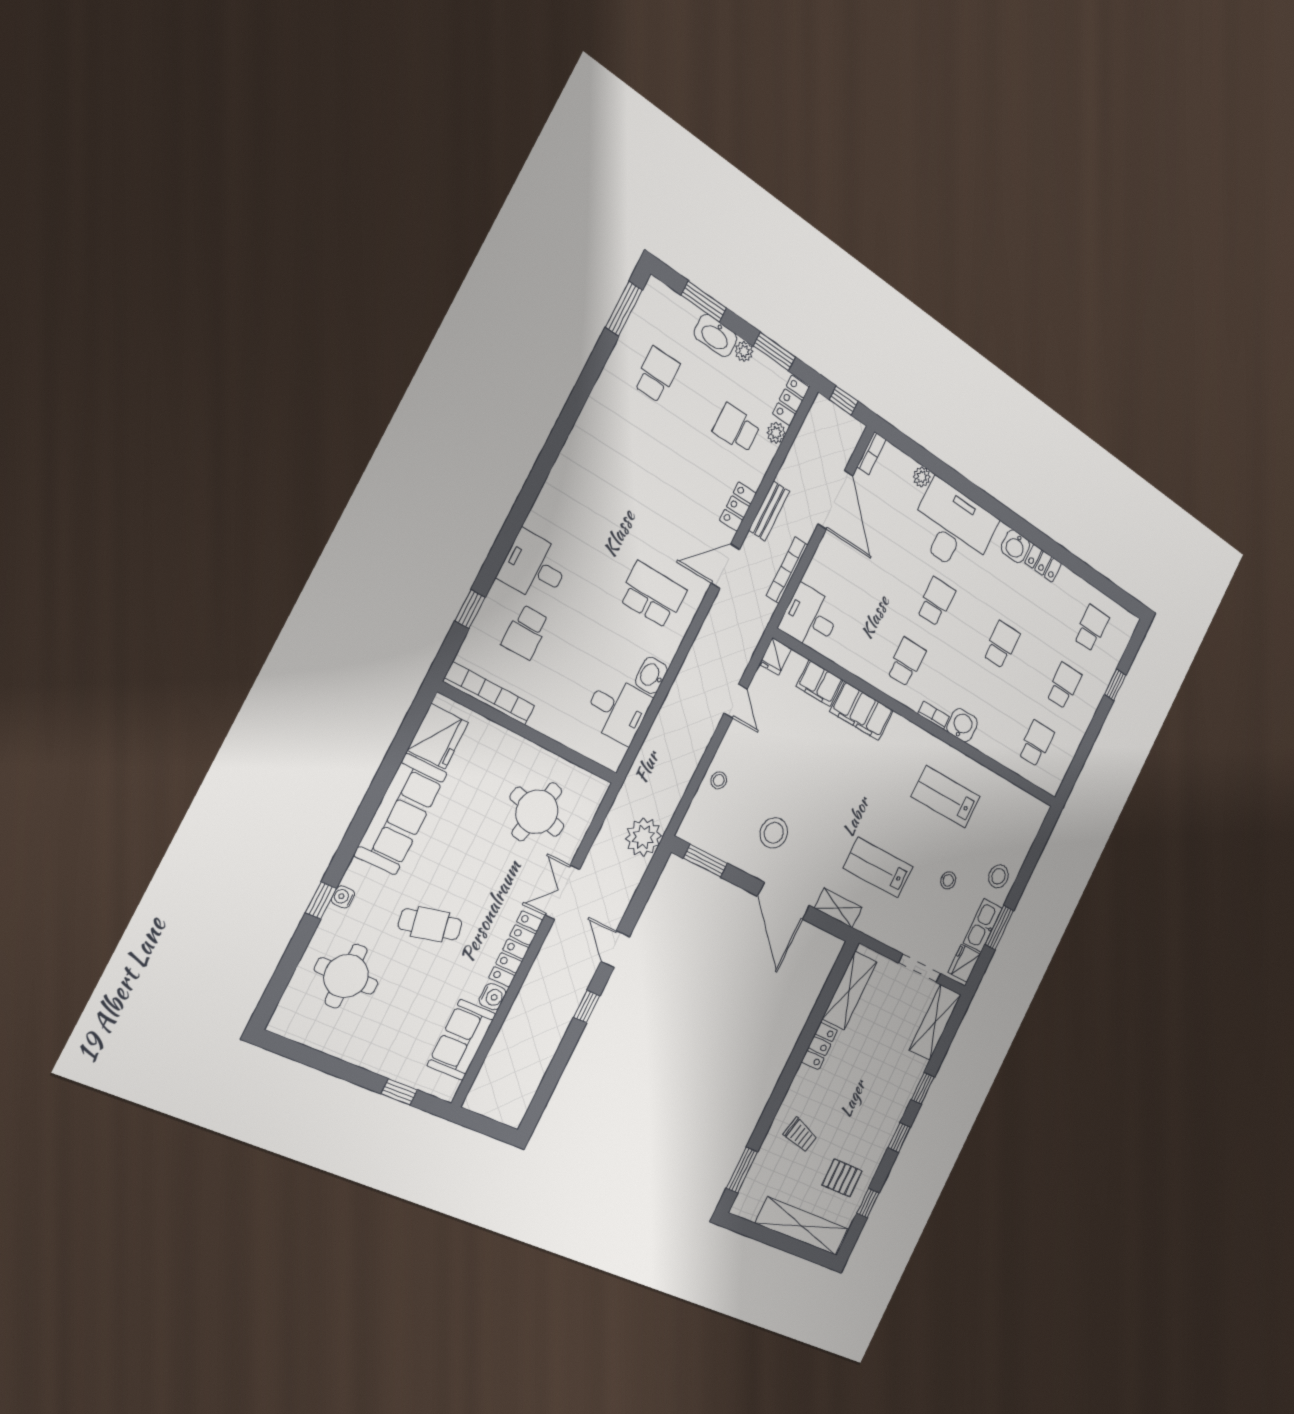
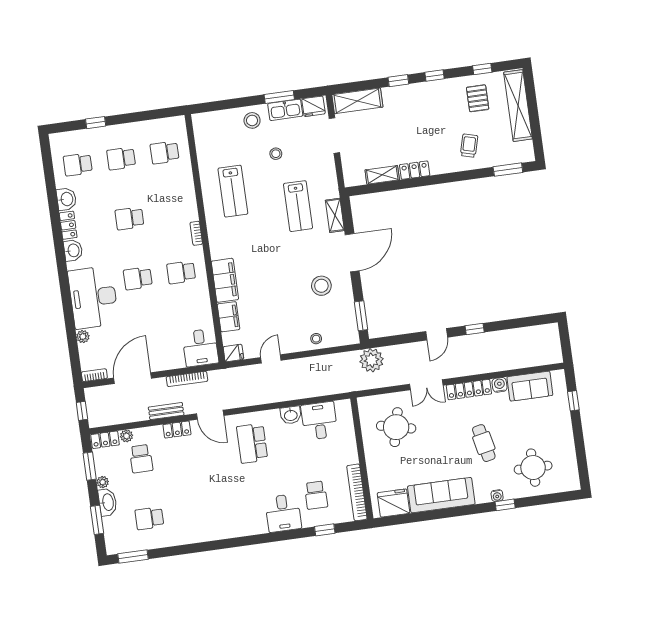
school desk: (526, 632) -> (316, 495), turned 90
washbasin: (962, 725) -> (66, 199), moved, turned 180
shelving: (849, 990) -> (382, 175), width x0.67, depth x0.75

